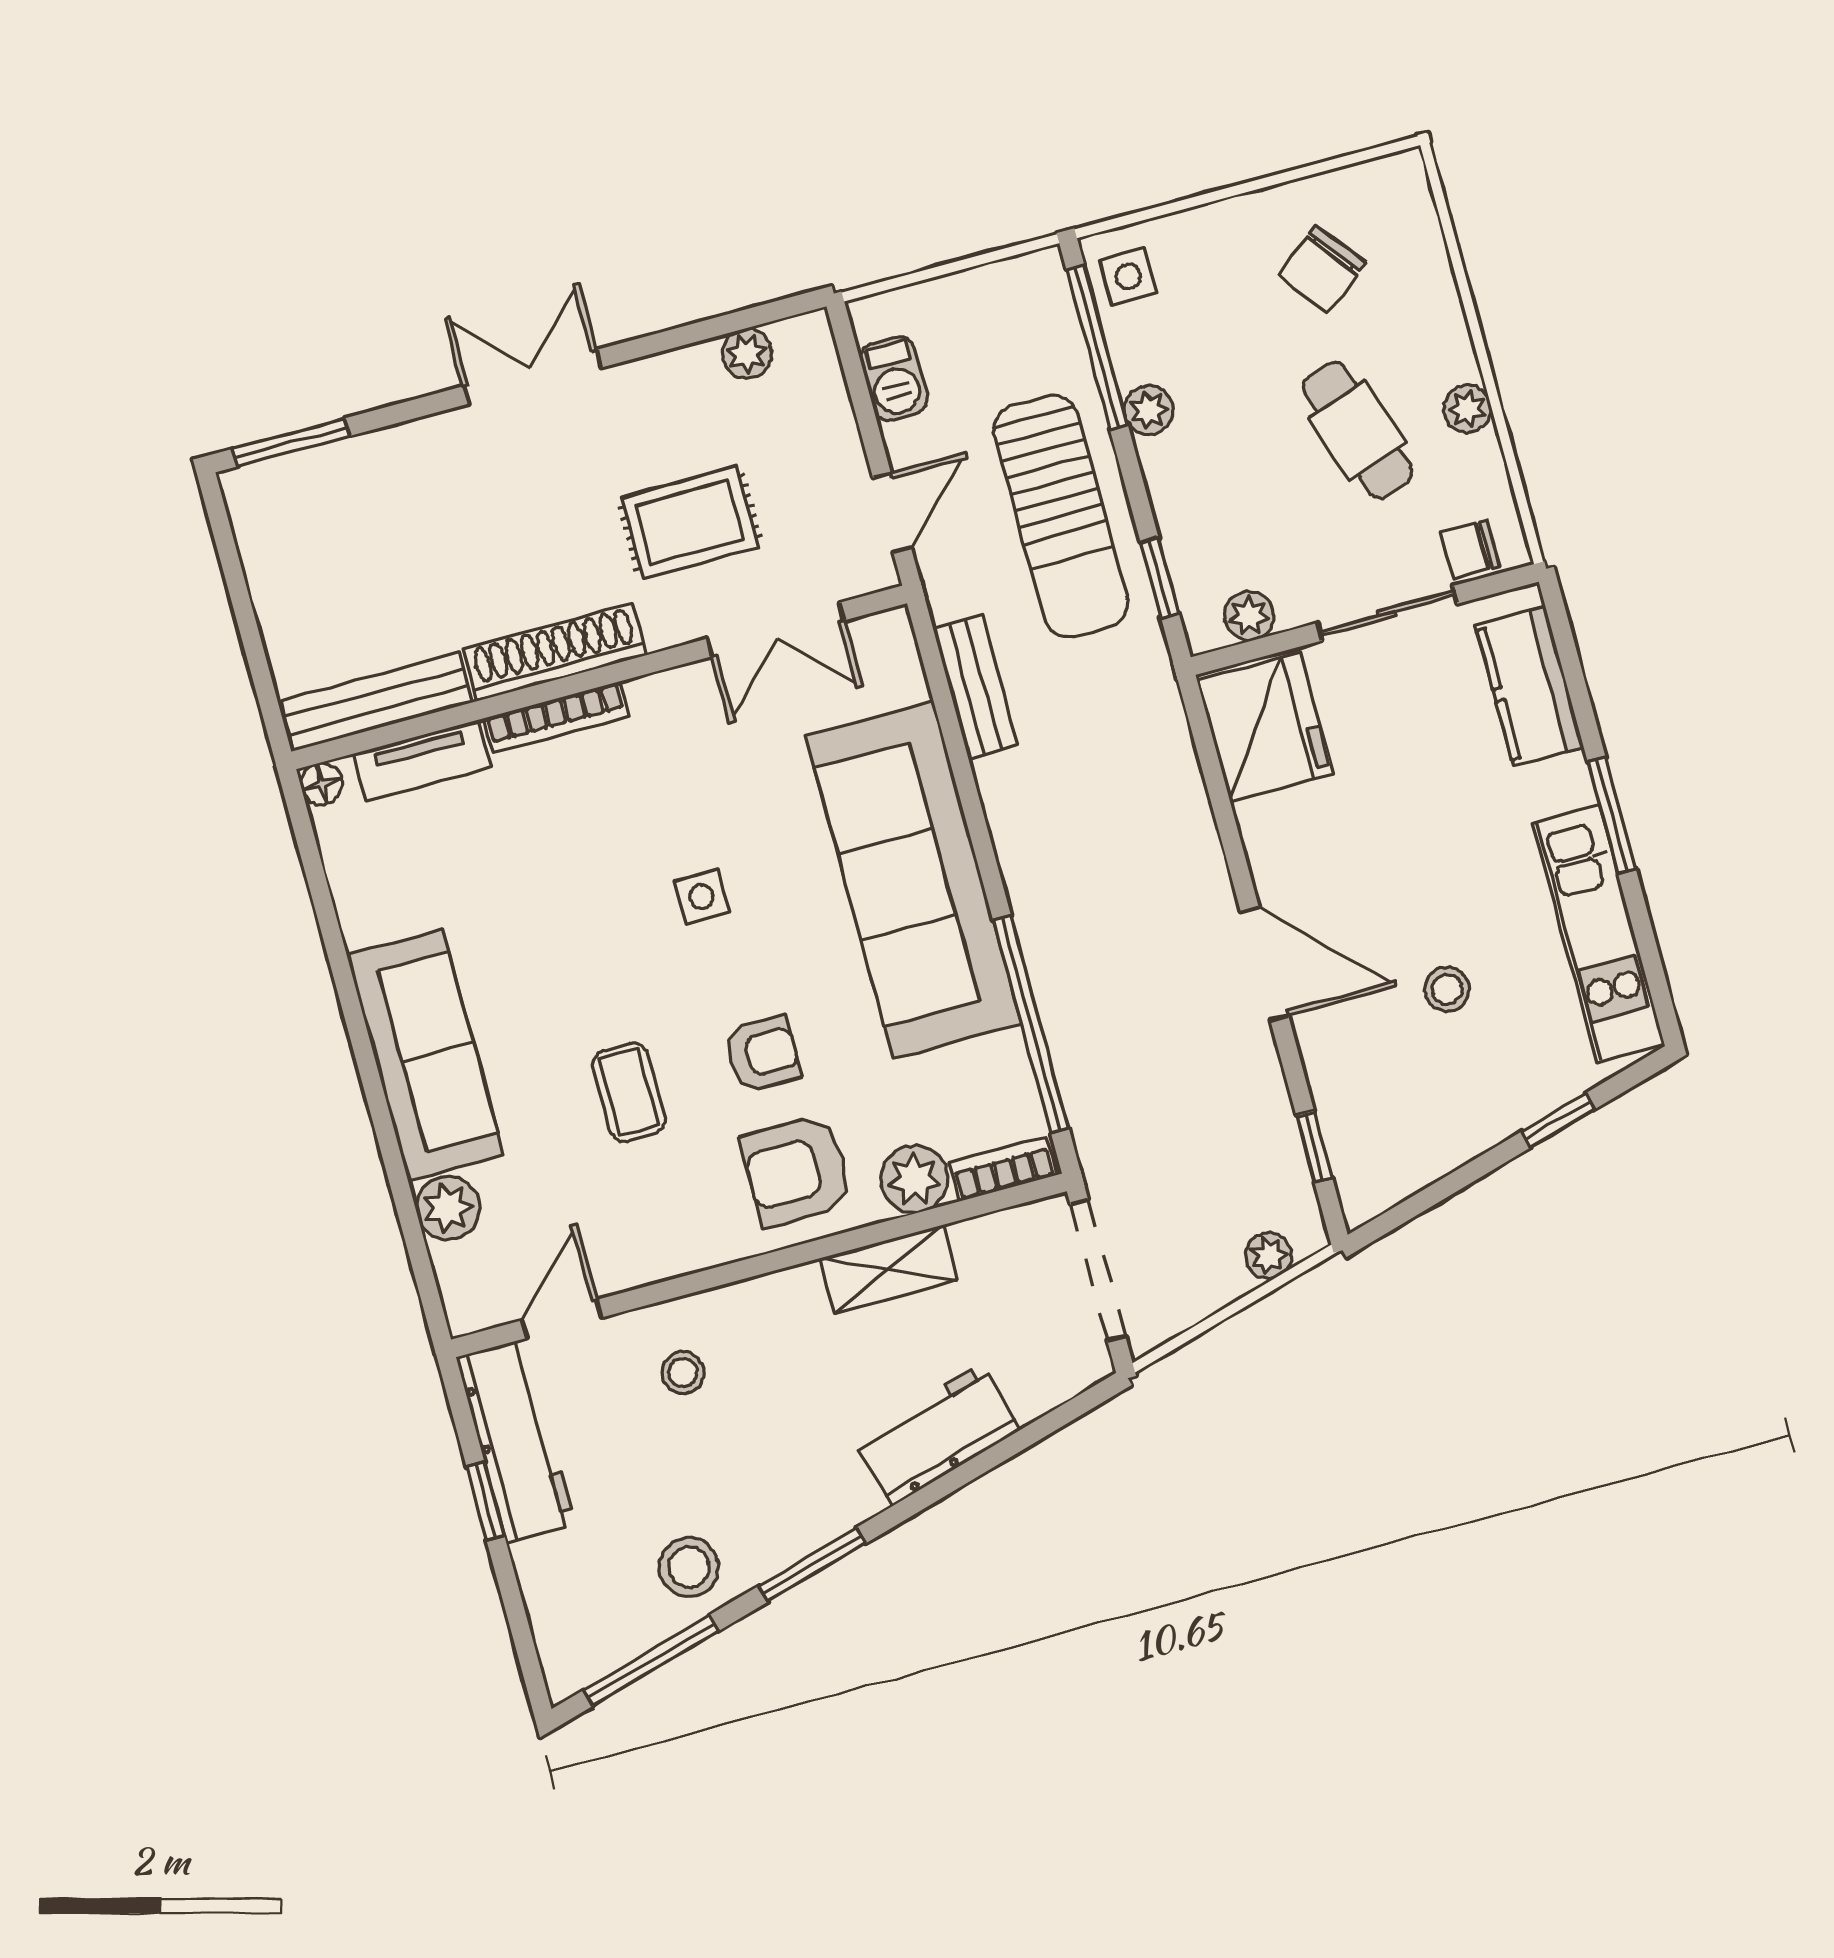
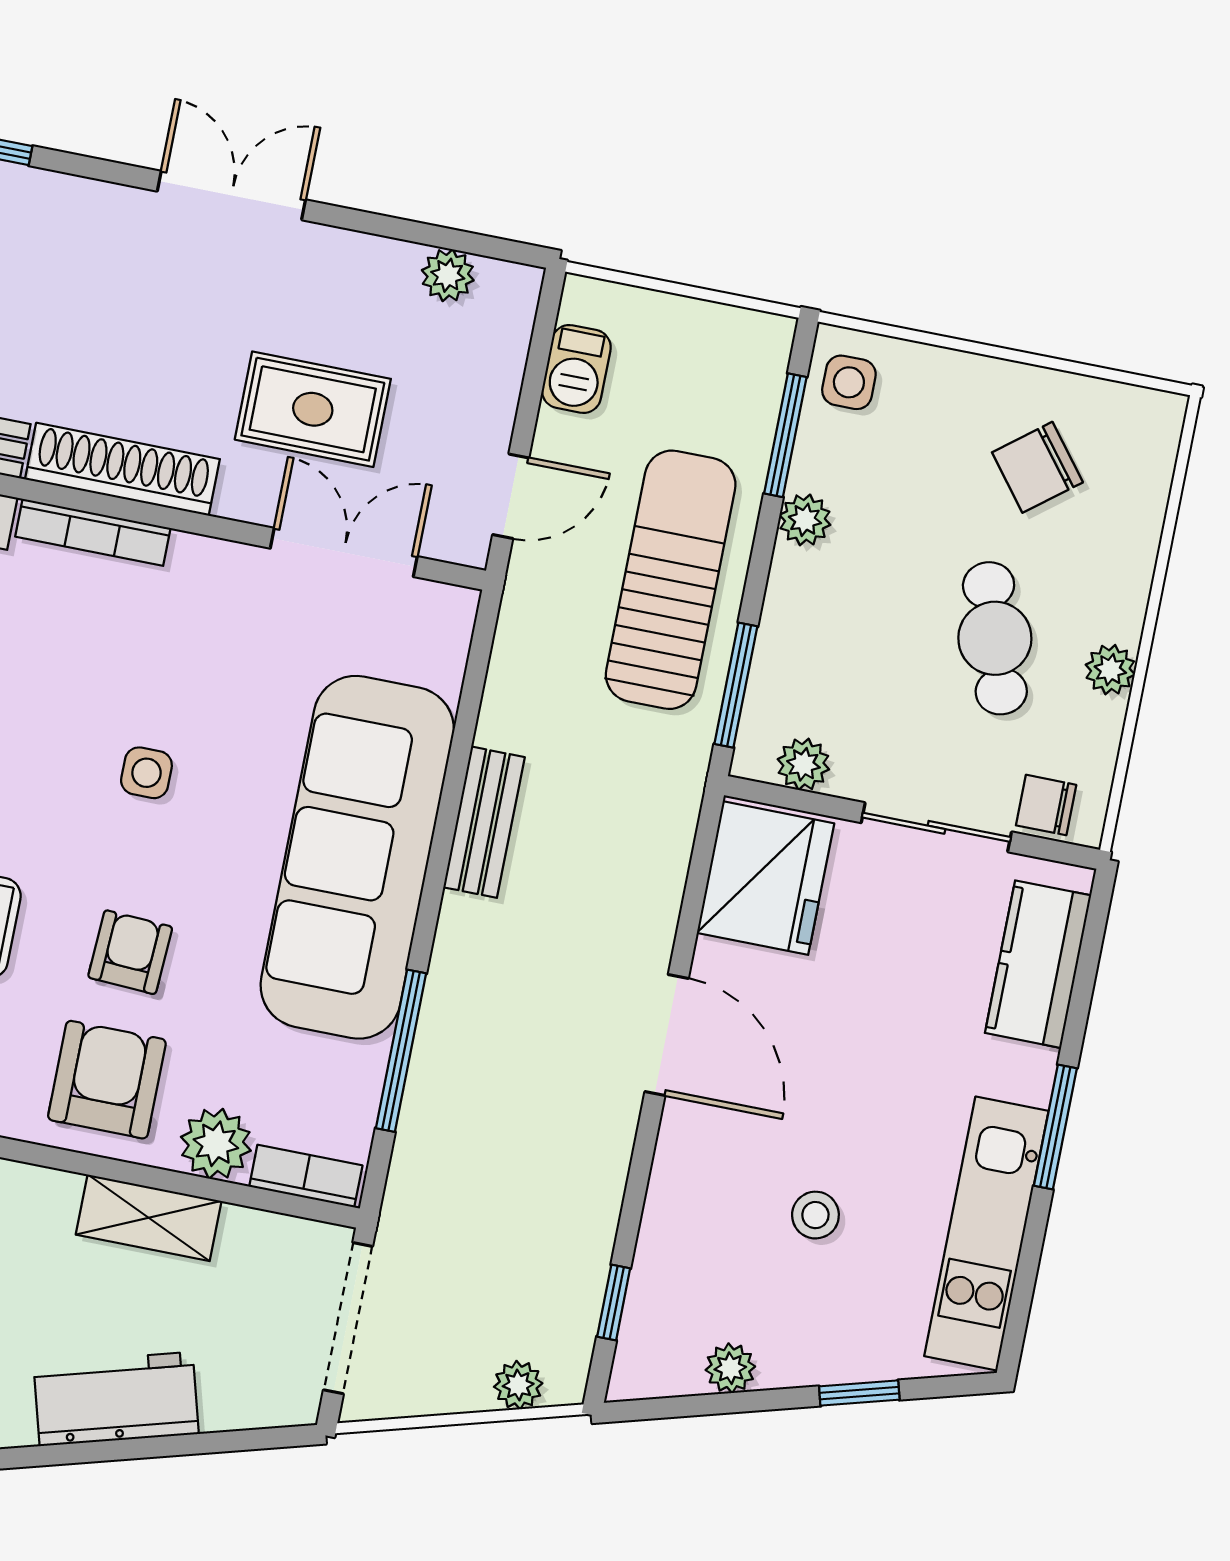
window: (1097, 347) -> (785, 435), width x0.69
sun lounger: (1061, 516) -> (671, 580), turned 180
window: (1160, 578) -> (736, 685), width x1.50
double door: (775, 630) -> (344, 552), swing flipped
bench: (975, 687) -> (484, 822), moved
door: (1265, 964) -> (667, 1035), moved
window: (1031, 1024) -> (401, 1051), width x0.68
armchair: (763, 1054) -> (130, 952), turned -87
plant: (1440, 1153) -> (730, 1368), added
armchair: (796, 1171) -> (107, 1080), turned 90

